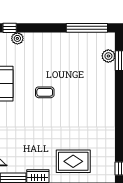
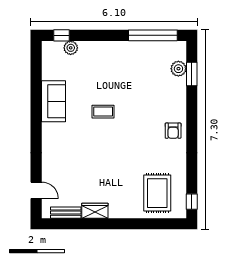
armchair: (104, 108) -> (173, 131), added
rug: (73, 161) -> (157, 193), moved, turned 90

